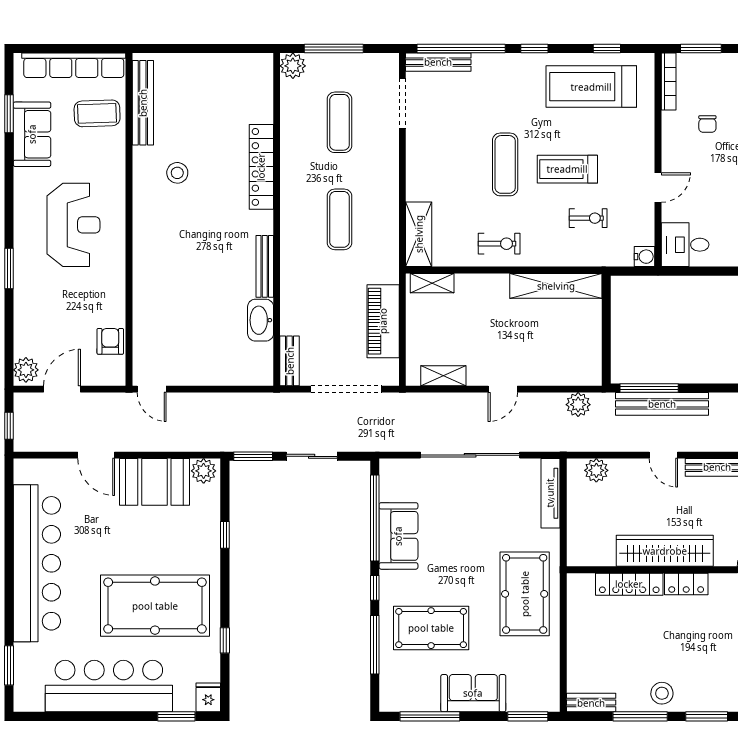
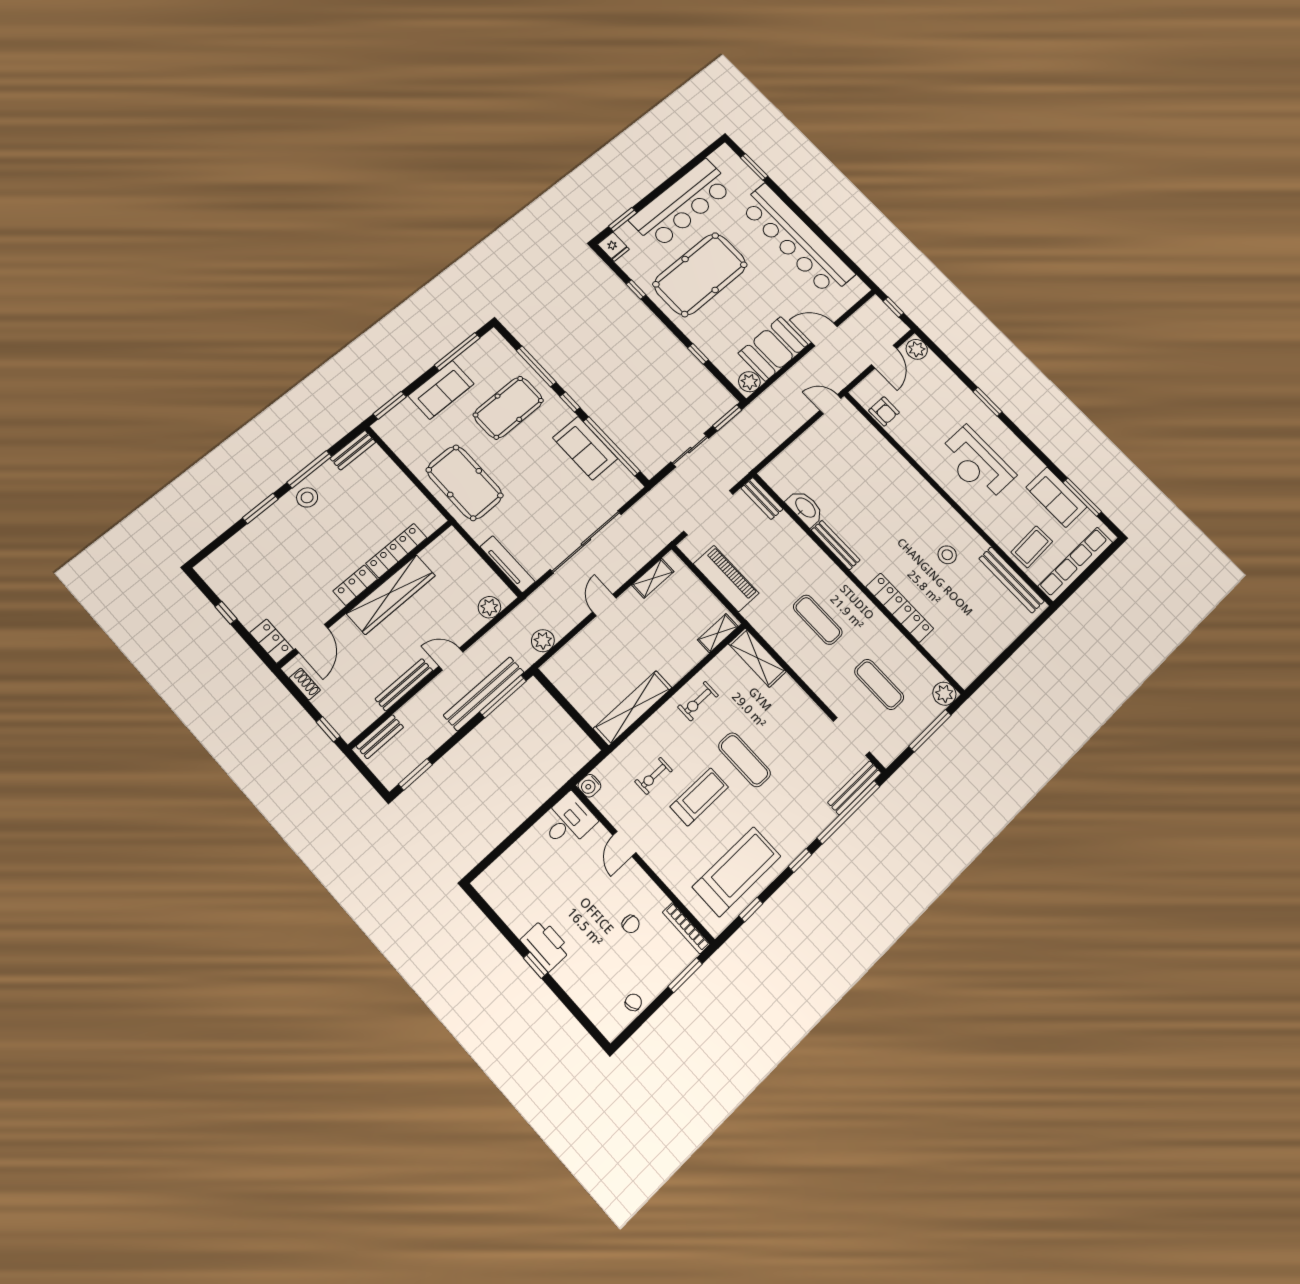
window: (9, 114) -> (1082, 497), width x1.44
chair: (707, 124) -> (631, 924), turned 180

